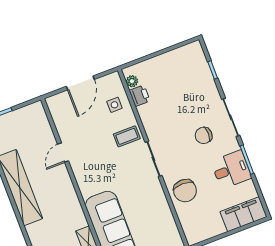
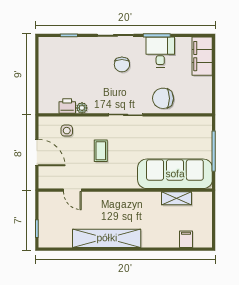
plant: (132, 81) -> (82, 108), moved
coffee table: (127, 136) -> (101, 151), moved
door: (63, 153) -> (72, 190), moved
chair: (185, 191) -> (163, 98), turned 180

